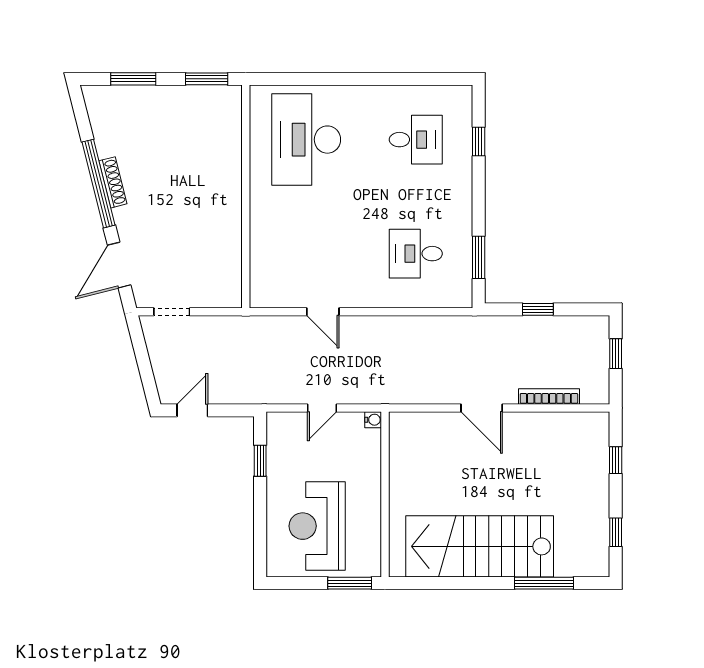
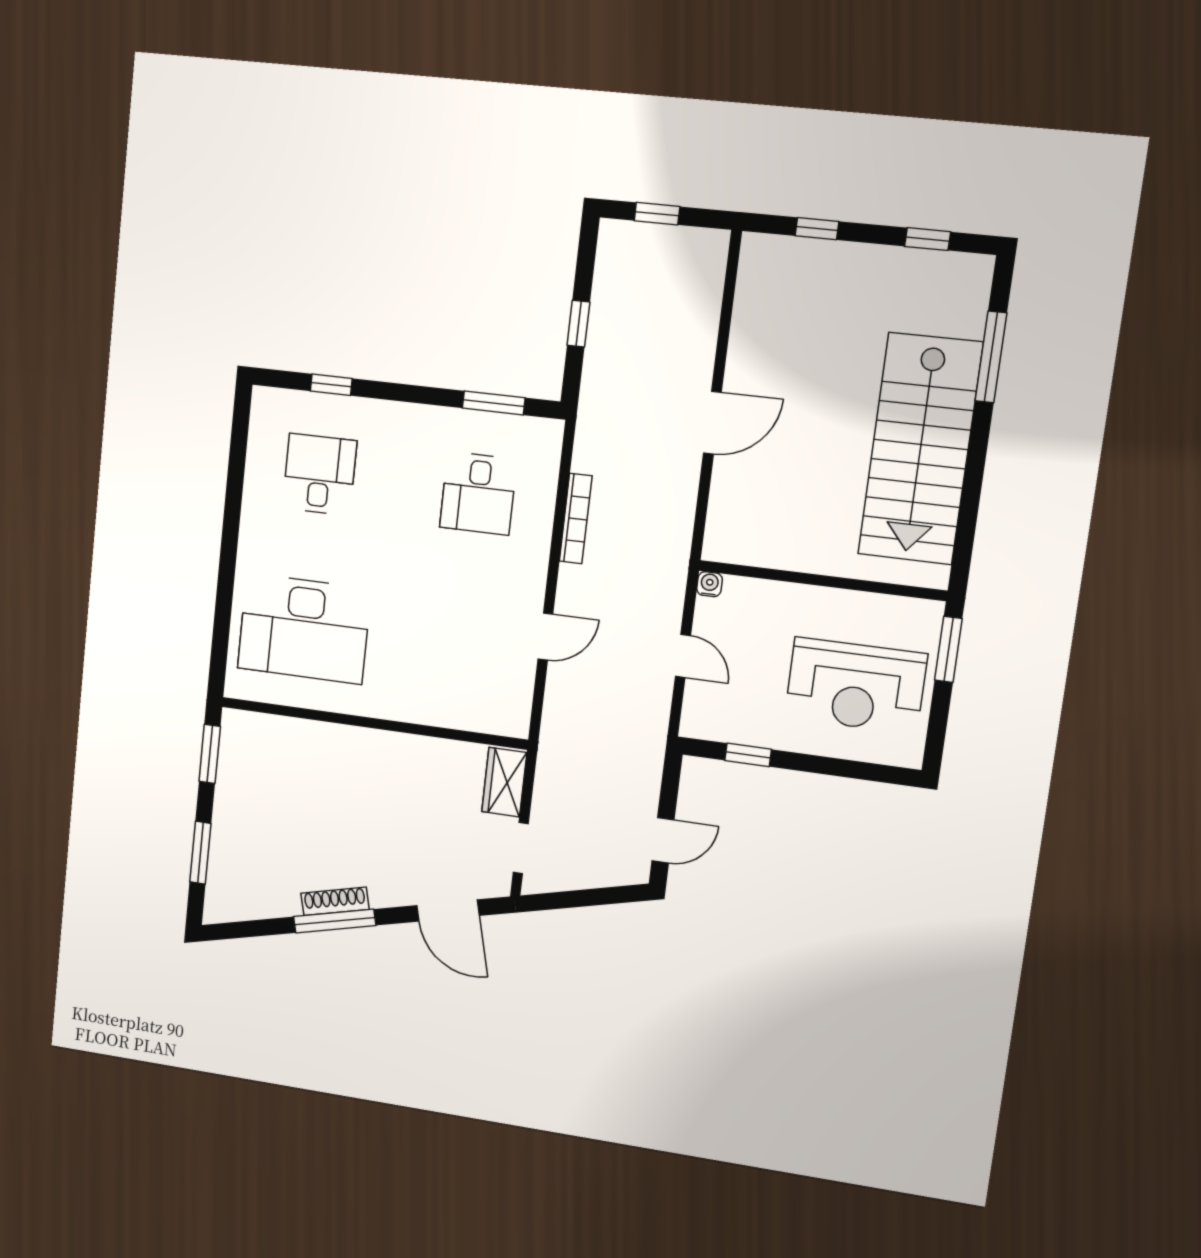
window: (98, 184) -> (335, 921), width x0.68
wardrobe: (217, 295) -> (504, 782), added
bookcase: (549, 397) -> (576, 519), moved, turned 180
door: (192, 410) -> (663, 840), swing flipped

